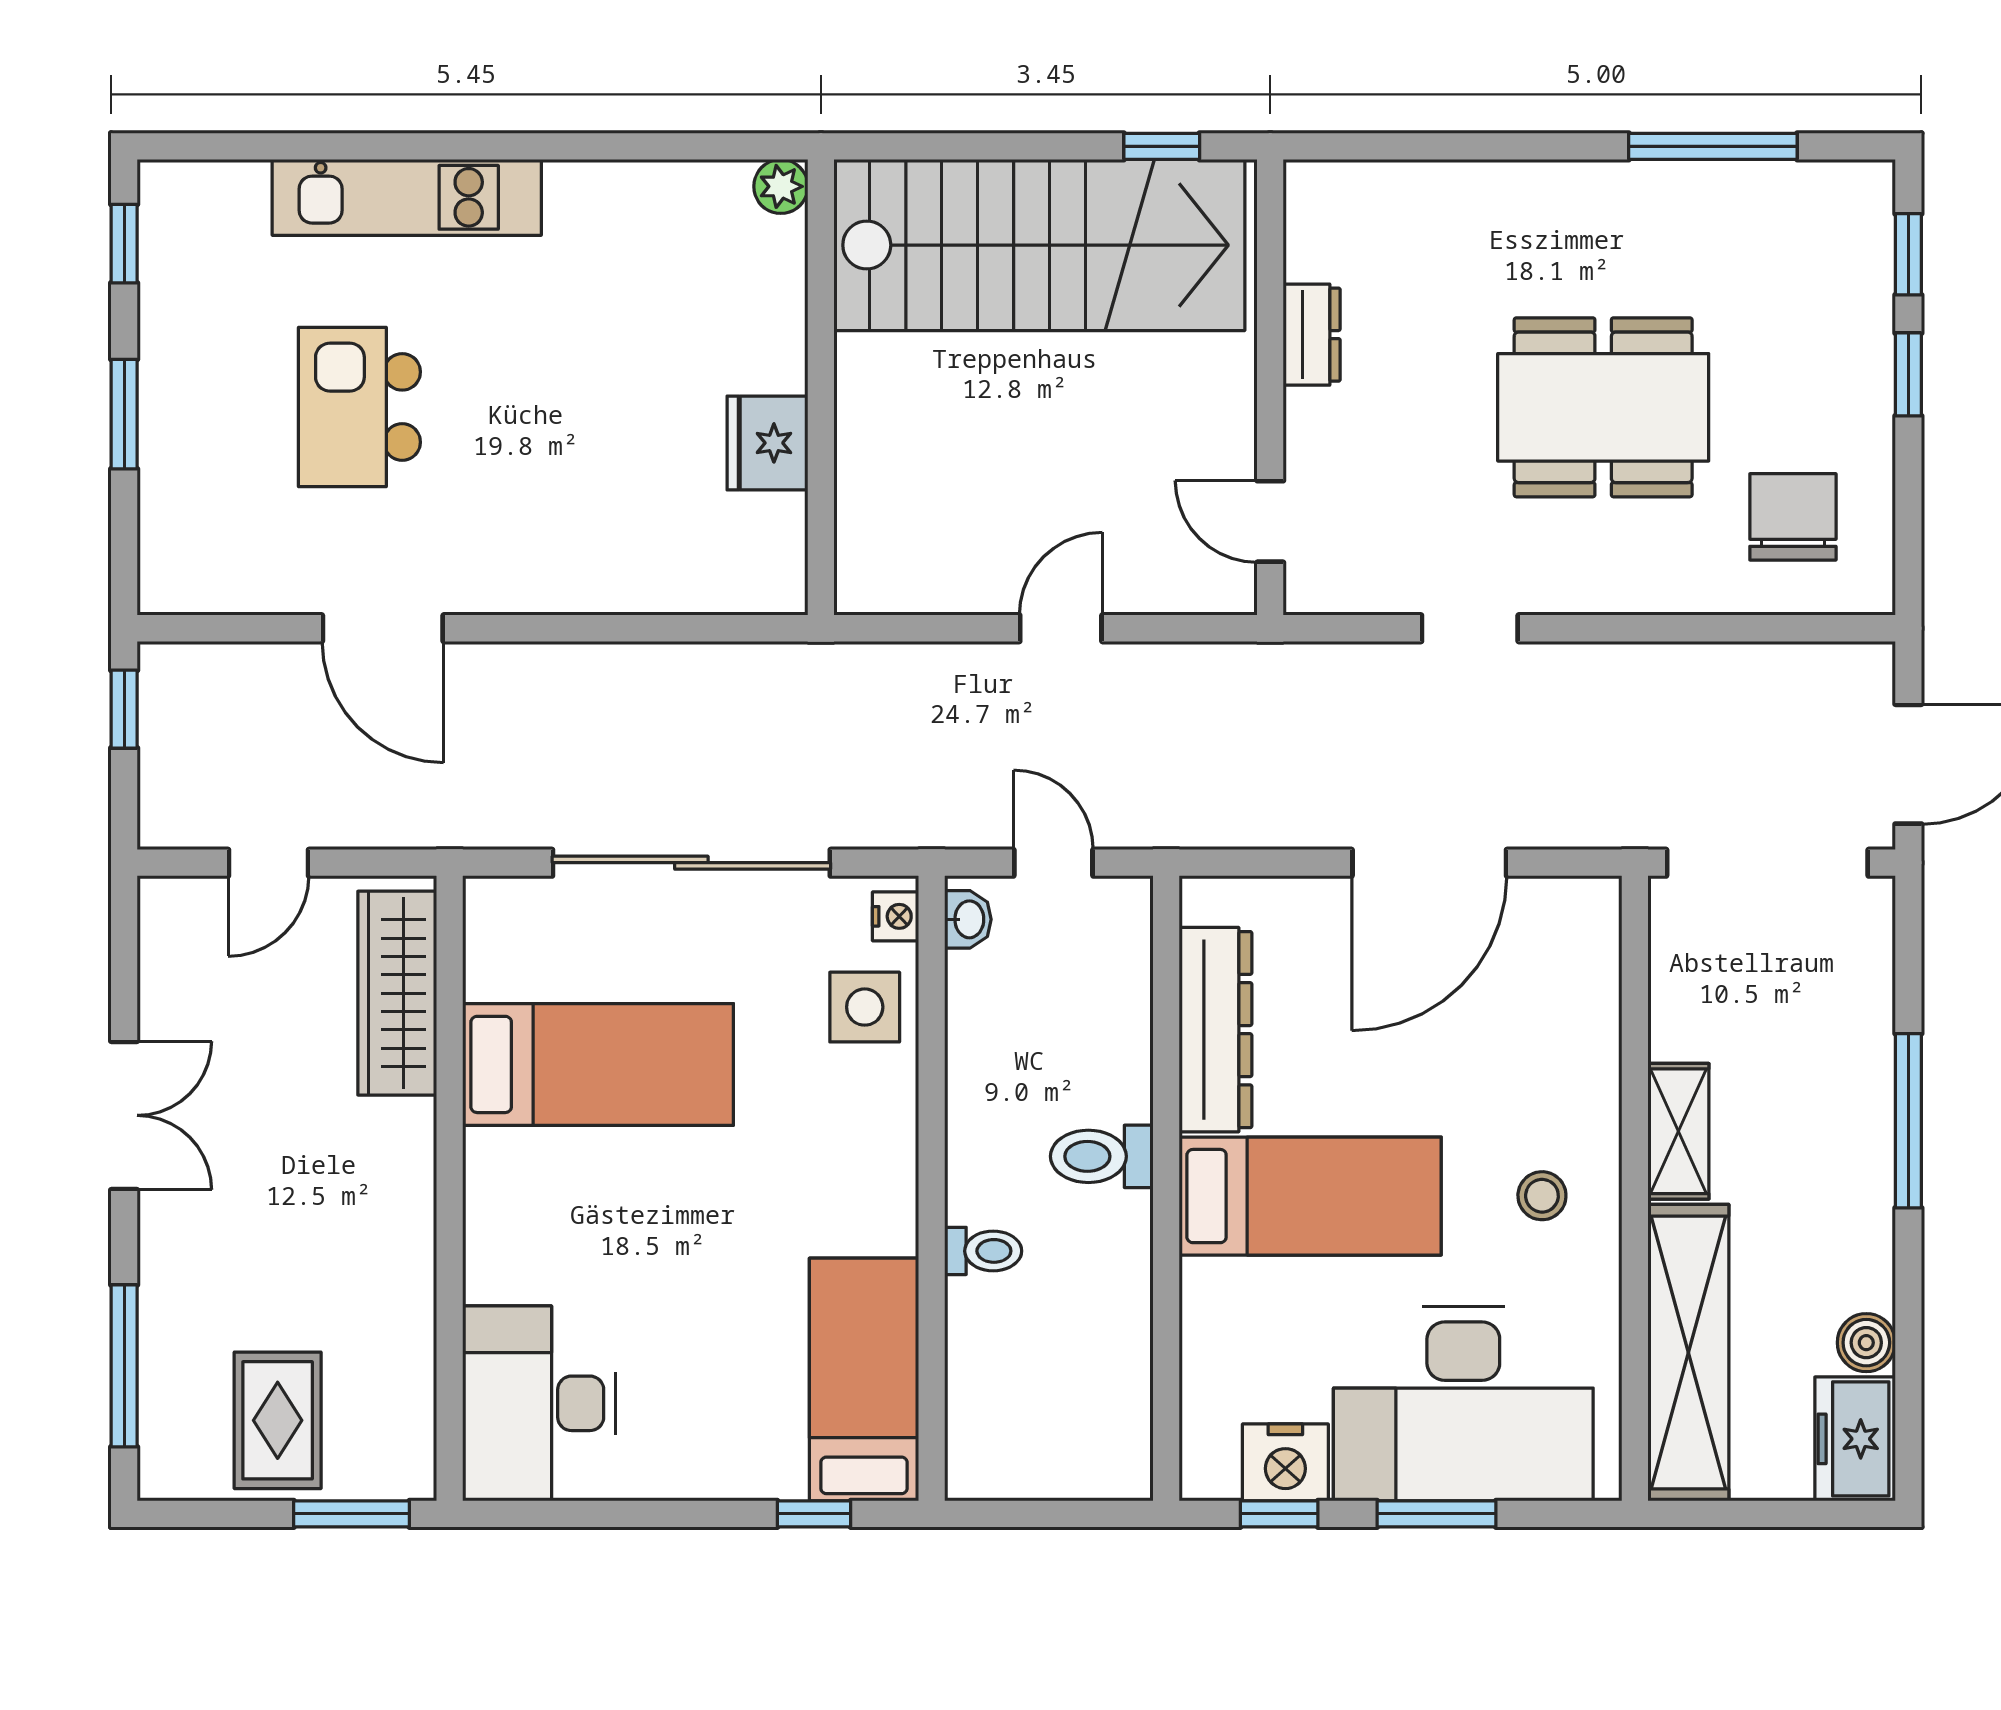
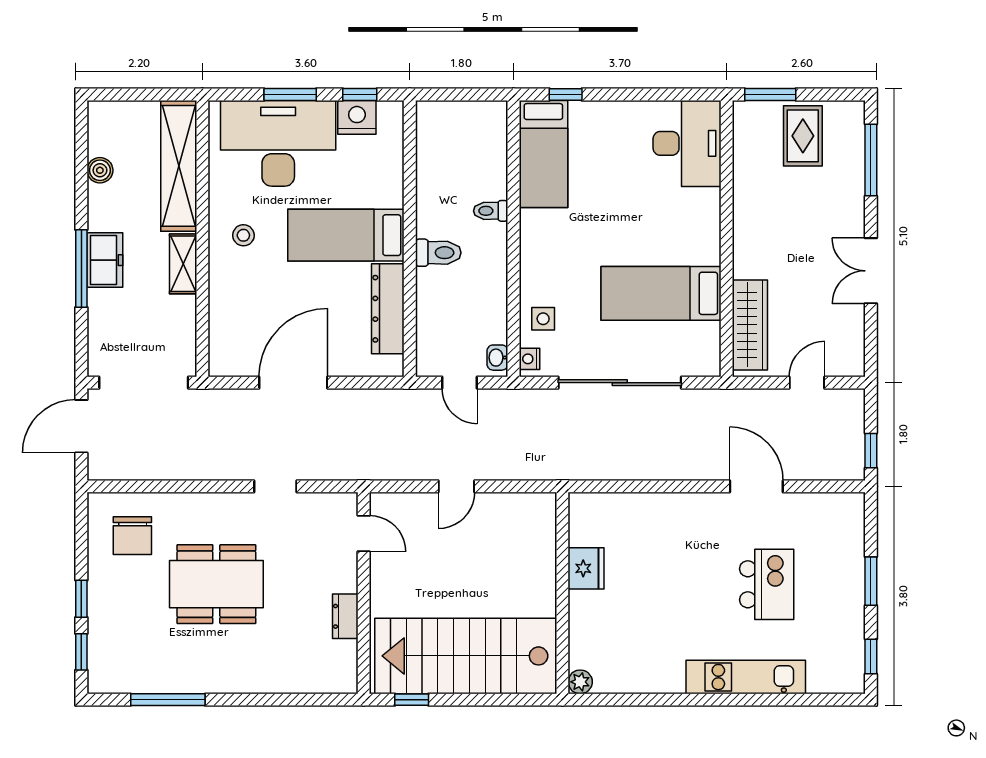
side table: (865, 1007) -> (543, 319), width x0.73, depth x0.73
freezer: (1855, 1439) -> (105, 260), moved

